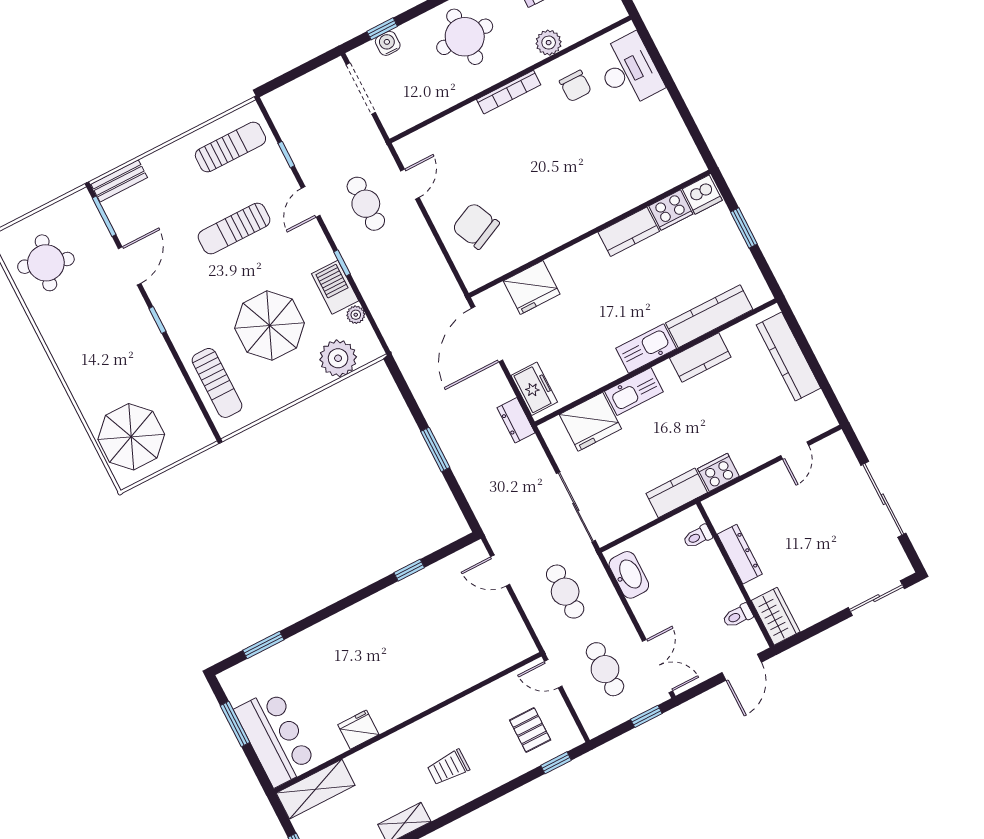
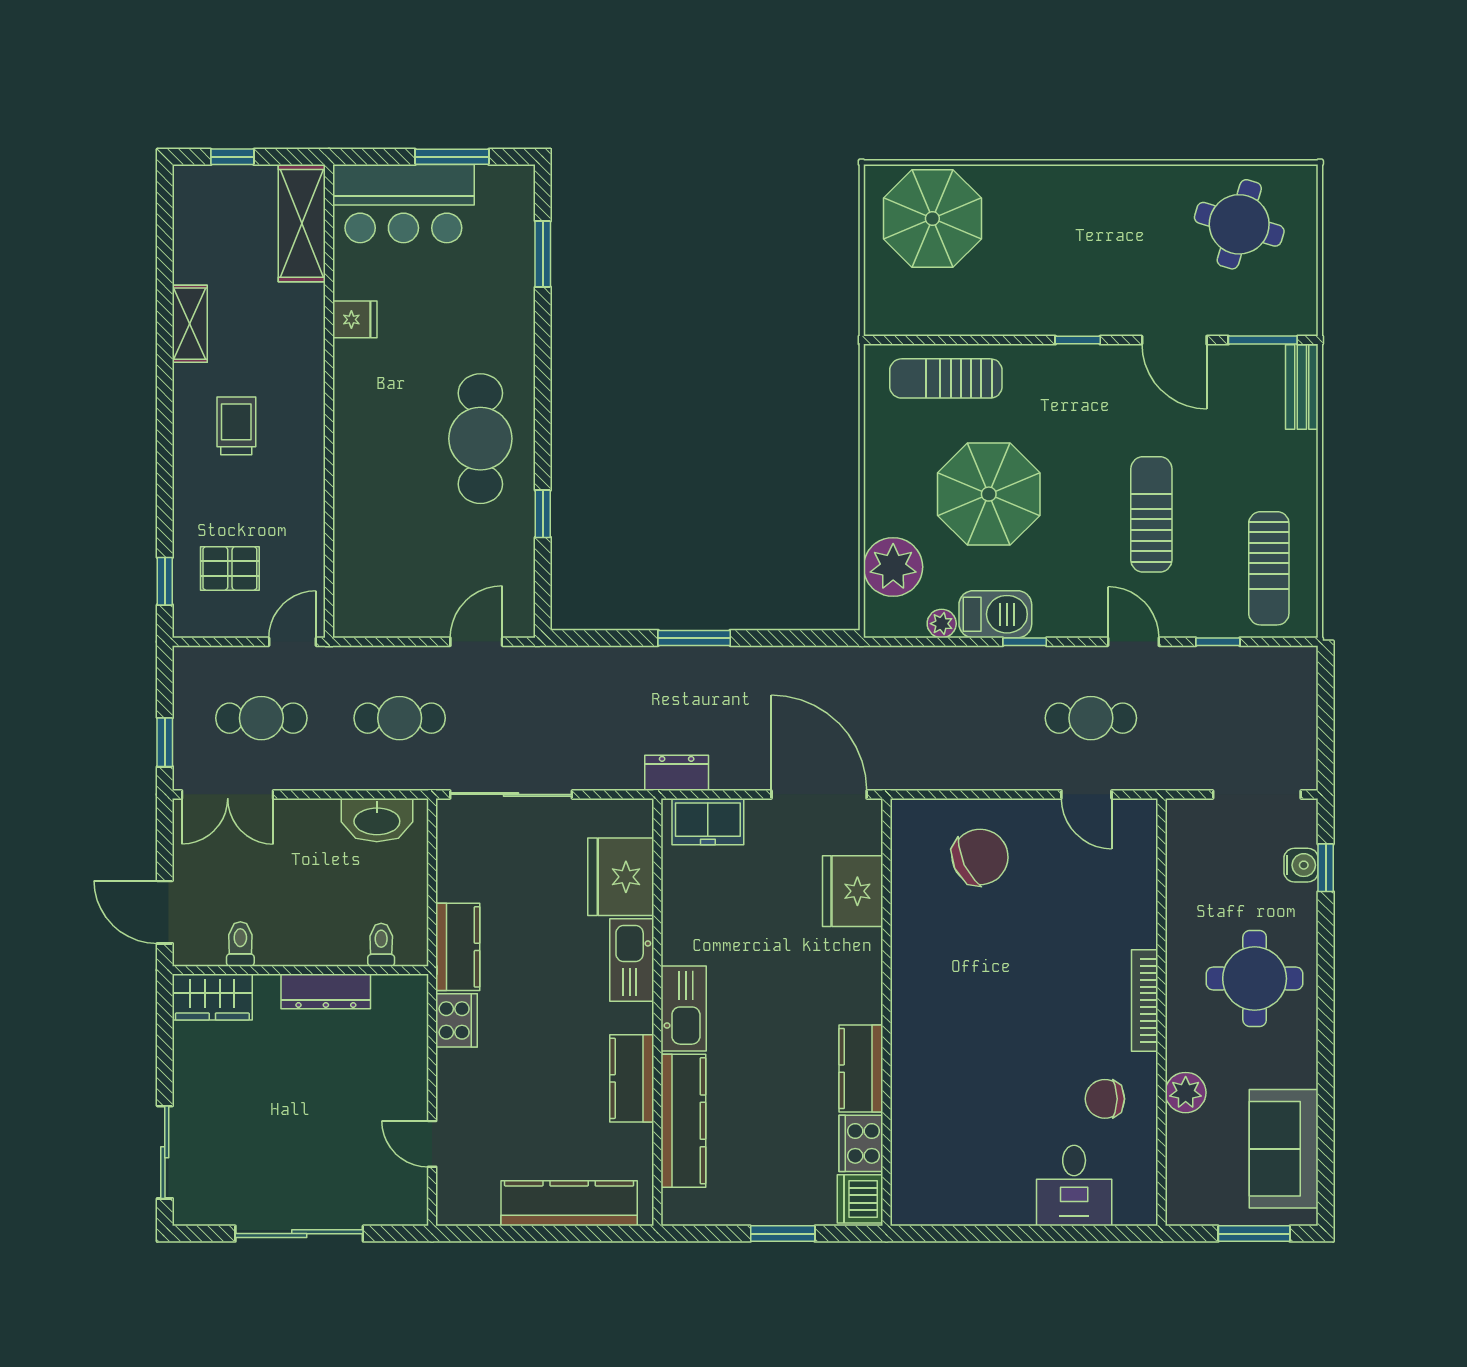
desk: (629, 71) -> (1074, 1186), width x0.73
cafe table: (385, 627) -> (480, 439), added
fridge: (358, 730) -> (355, 319), width x0.72

